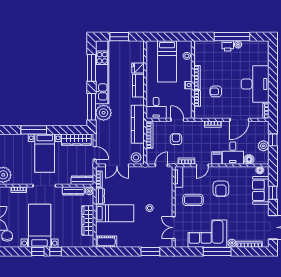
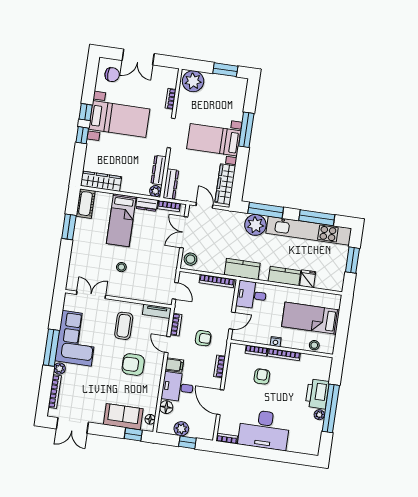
printer: (228, 46) -> (317, 394), width x1.87, depth x1.48
kitchen counter: (138, 124) -> (242, 269), width x0.67
armchair: (176, 139) -> (203, 338), moved
door: (95, 153) -> (204, 205), swing flipped
window: (273, 193) -> (133, 434), moved
wardrobe: (88, 220) -> (101, 181), moved
window: (150, 251) -> (69, 227), moved

